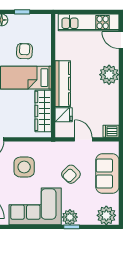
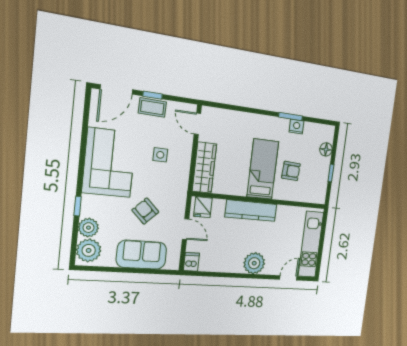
wardrobe: (43, 111) -> (204, 168), moved, turned 90
fridge: (64, 115) -> (203, 207), moved
door: (83, 139) -> (186, 229), hinge flipped
side table: (24, 167) -> (160, 155), width x0.54, depth x0.54
plant: (70, 217) -> (88, 228), moved

